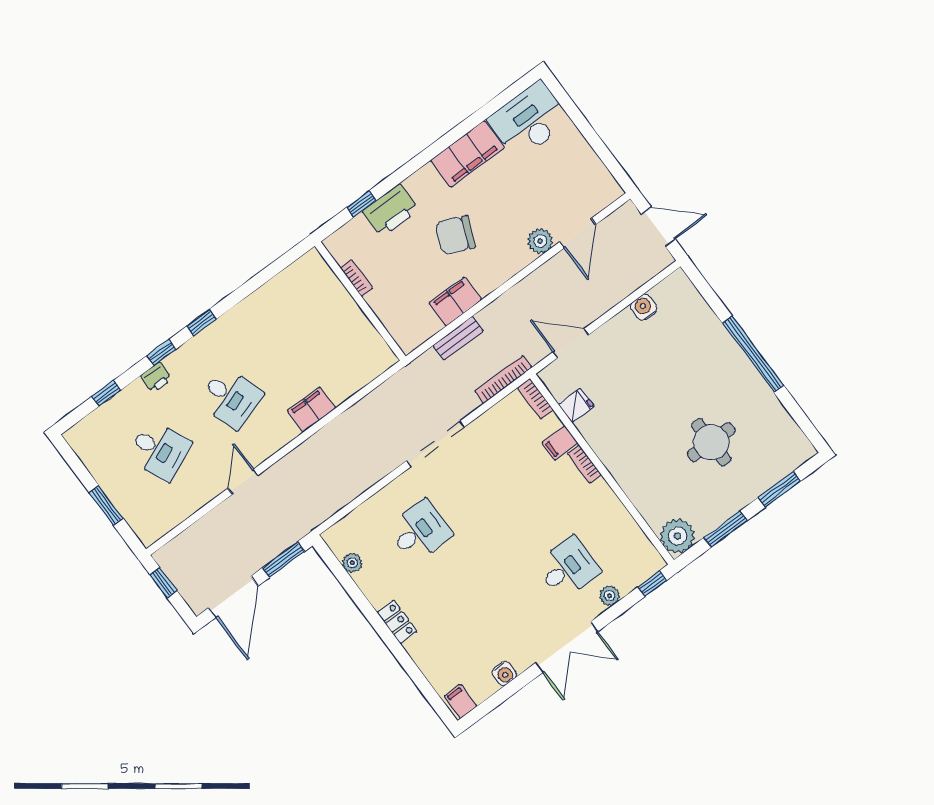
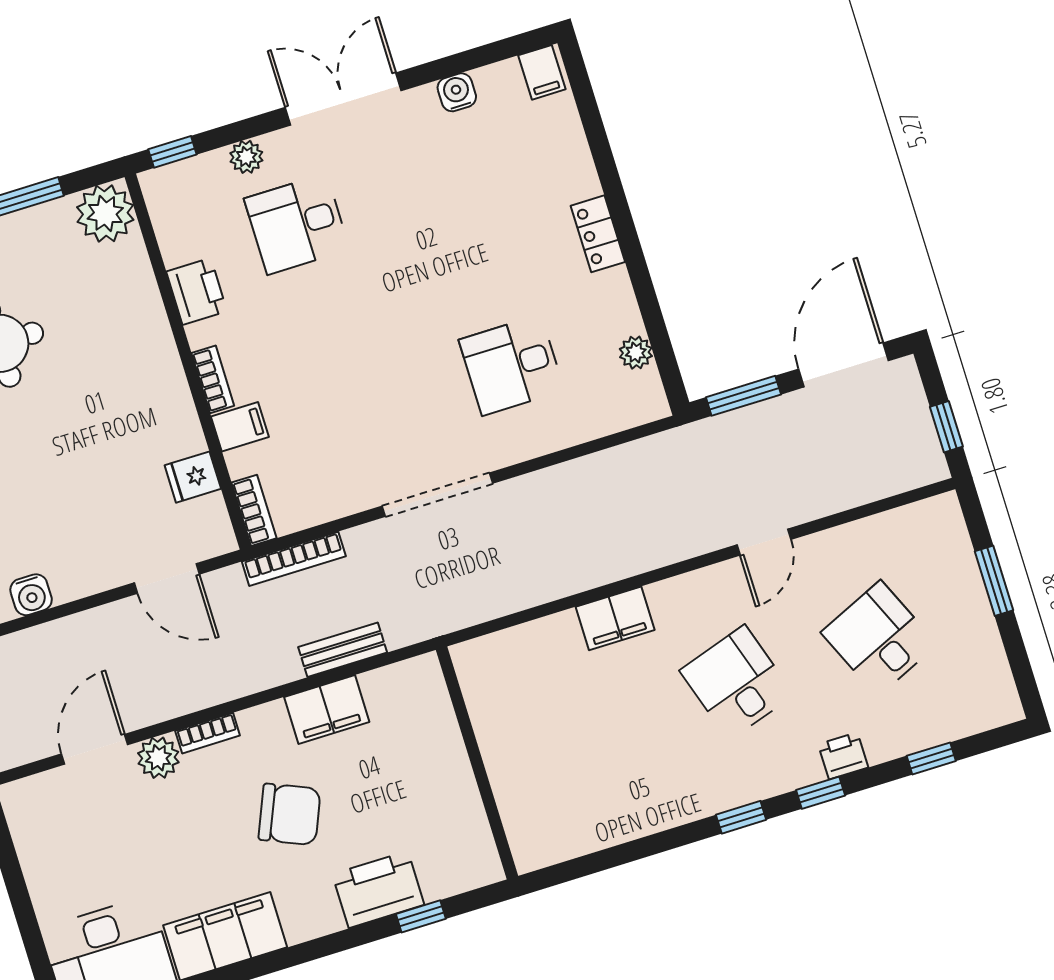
bookcase: (356, 278) -> (208, 733), moved, turned -90
printer: (611, 510) -> (197, 291), added

